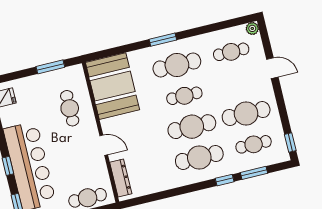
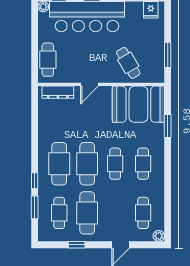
window: (163, 40) -> (168, 126), moved
cafe table: (177, 65) -> (143, 164), width x0.73, depth x0.74
cafe table: (70, 108) -> (128, 63), turned 60
window: (290, 143) -> (77, 245), moved

